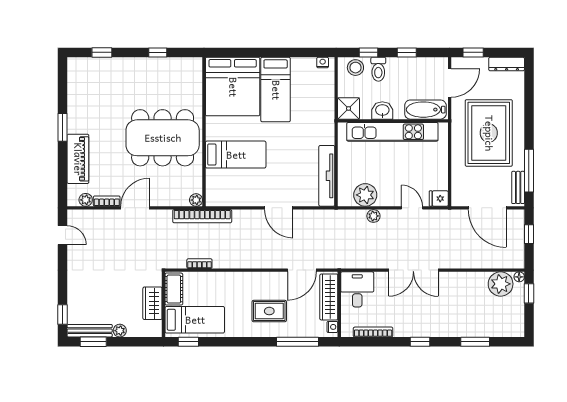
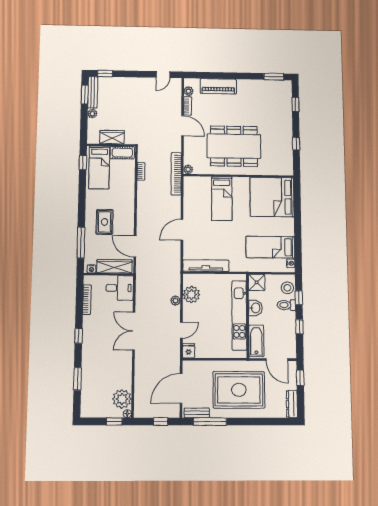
bed: (276, 90) -> (270, 247), moved
window: (62, 127) -> (274, 77), moved
dining table: (163, 138) -> (234, 146), turned 90

